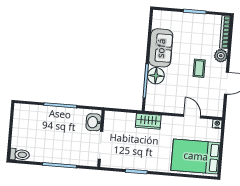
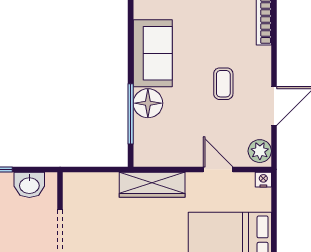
plant: (221, 56) -> (260, 151), moved
wardrobe: (148, 121) -> (152, 185), width x1.50
washbasin: (94, 122) -> (29, 185), moved, turned -90

